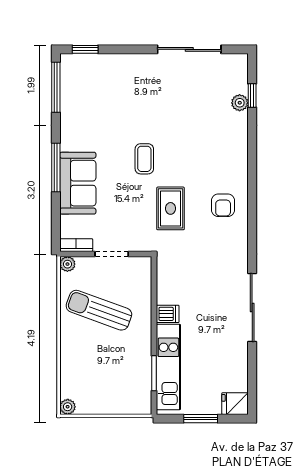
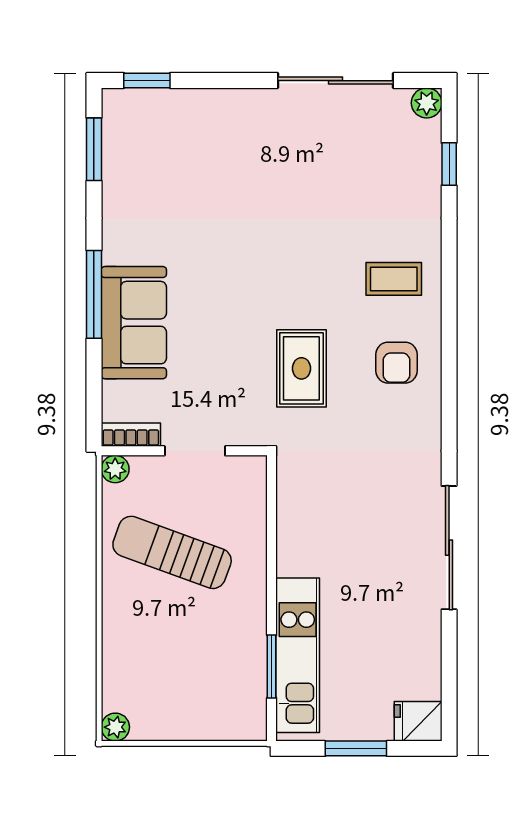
window: (56, 87) -> (94, 149), width x0.69
plant: (240, 103) -> (427, 103), moved
coffee table: (144, 159) -> (394, 279), moved, turned 90
dishwasher: (168, 314) -> (296, 559), removed

